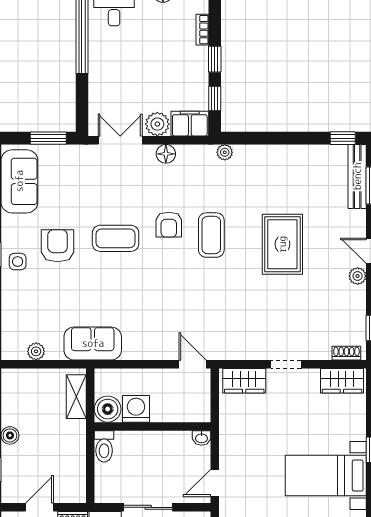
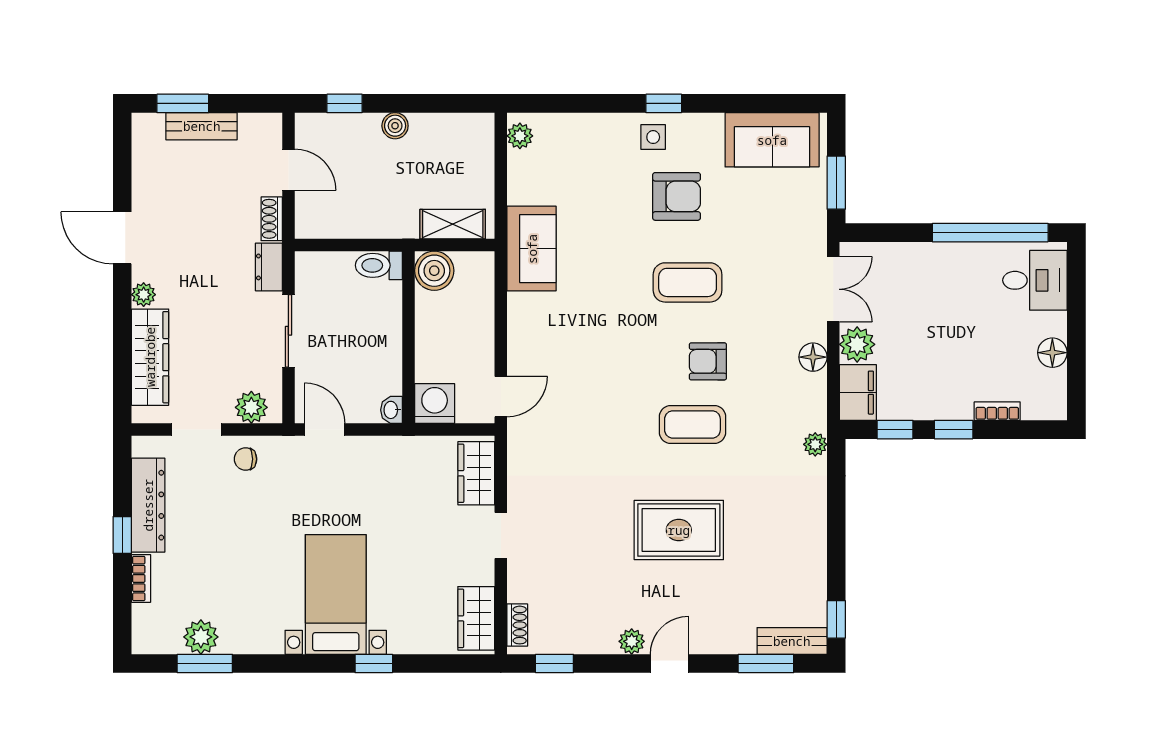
bench: (357, 176) -> (792, 641), width x0.73
coffee table: (116, 238) -> (688, 282), turned 90
plant: (36, 351) -> (520, 136), moved
washing machine: (136, 409) -> (435, 403), moved, turned -90

